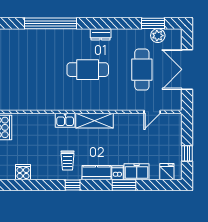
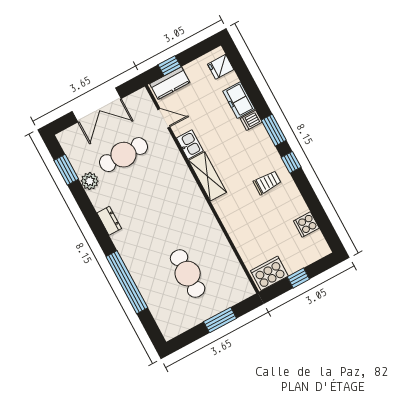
plant: (158, 36) -> (90, 181), moved
cafe table: (88, 70) -> (188, 274), moved
kitchen sink: (65, 120) -> (190, 144), moved
window: (187, 153) -> (170, 66), moved
kitchen counter: (96, 173) -> (170, 83), moved, turned -90
window: (124, 185) -> (274, 130), moved

